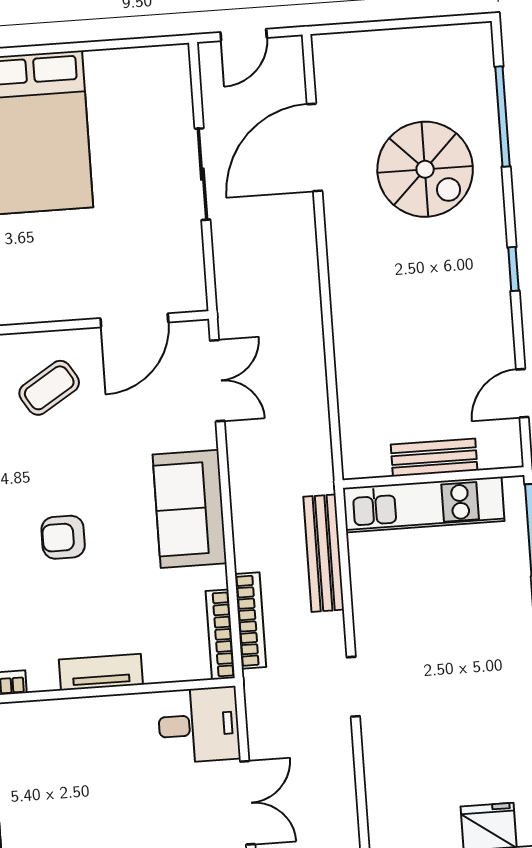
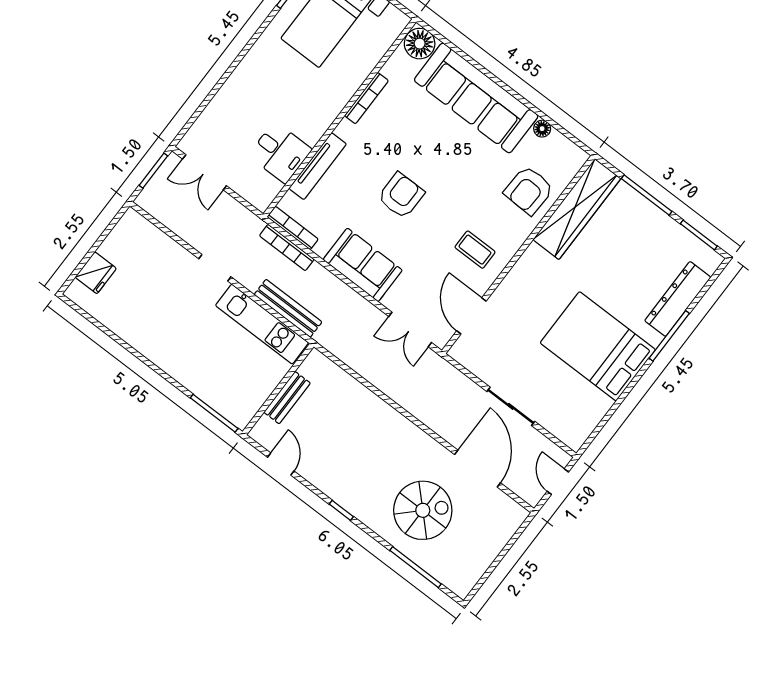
spiral stairs: (425, 169) -> (423, 510), turned 180
coffee table: (49, 388) -> (475, 250), turned -58
kitchen unit: (424, 505) -> (262, 324), moved, turned -90
armchair: (63, 537) -> (401, 195), width x1.38, depth x1.38
tv unit: (101, 672) -> (318, 166), width x1.41
desk: (199, 725) -> (280, 152), moved, turned -90

